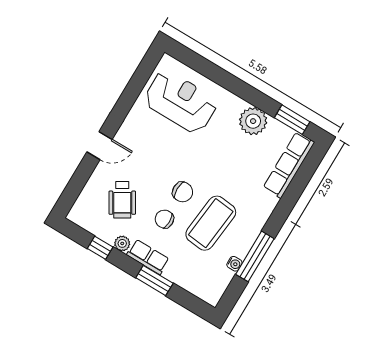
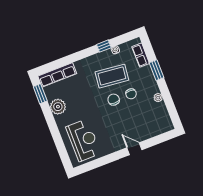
reception desk: (181, 102) -> (83, 140), turned 180
wheelchair: (122, 200) -> (143, 117), removed
window: (100, 248) -> (169, 103), removed
window: (255, 256) -> (104, 46), width x0.46
row of seats: (148, 257) -> (141, 55), moved

